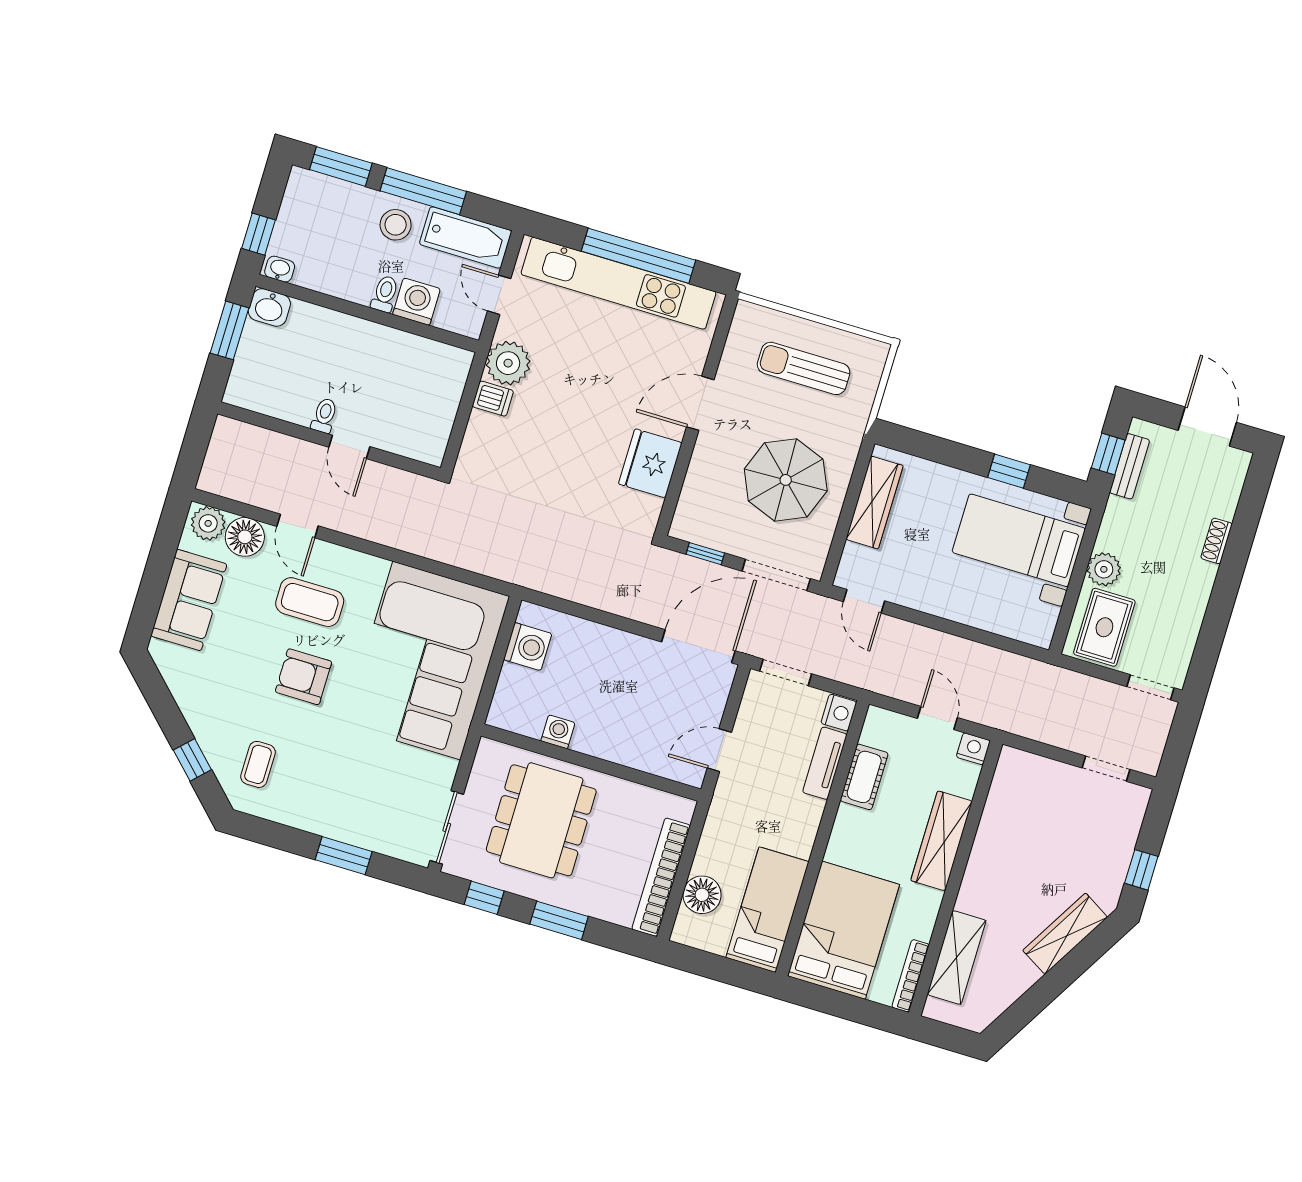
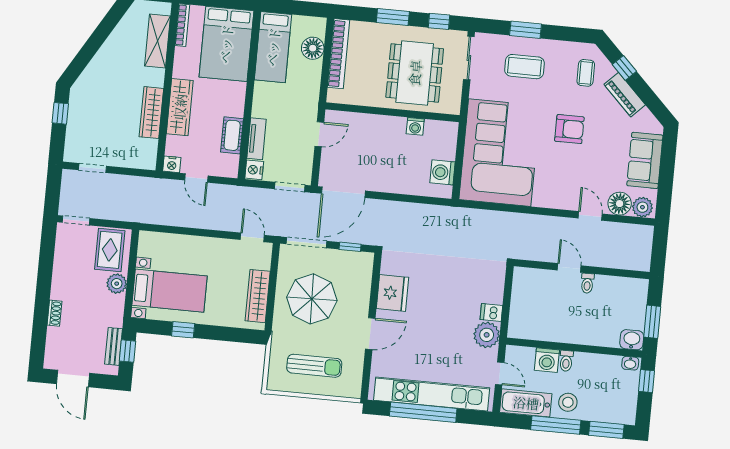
coffee table: (310, 602) -> (524, 67), moved
piano: (201, 716) -> (625, 95), added
wardrobe: (1065, 934) -> (151, 113), moved, turned 149

